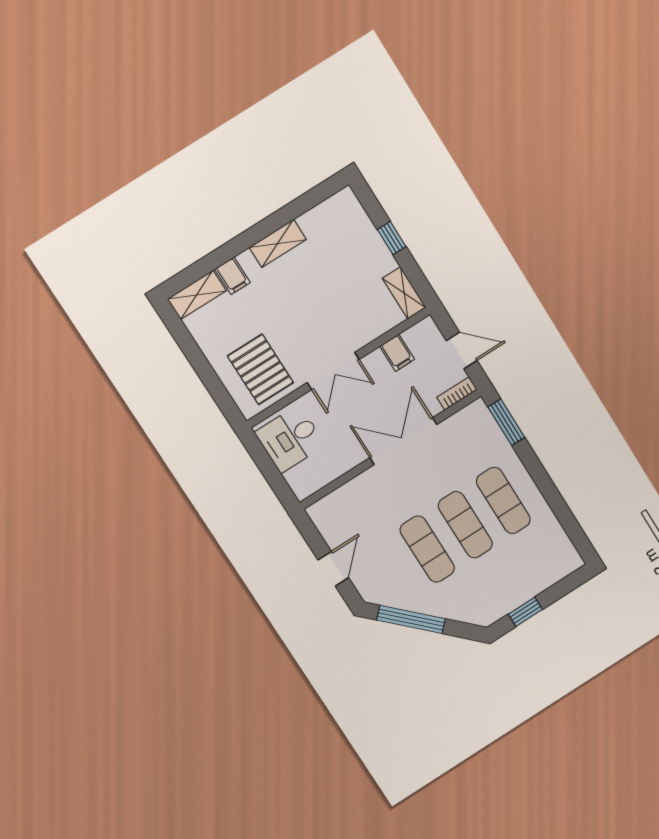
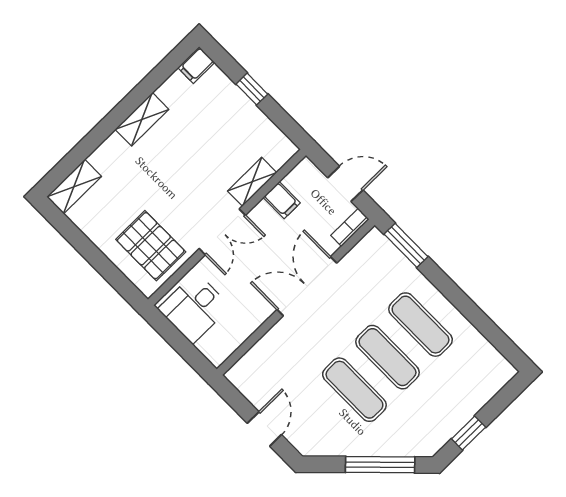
filing cabinet: (233, 276) -> (196, 65), moved, turned 90
shelving: (404, 293) -> (252, 182), moved, turned 90
window: (411, 619) -> (380, 465), moved

